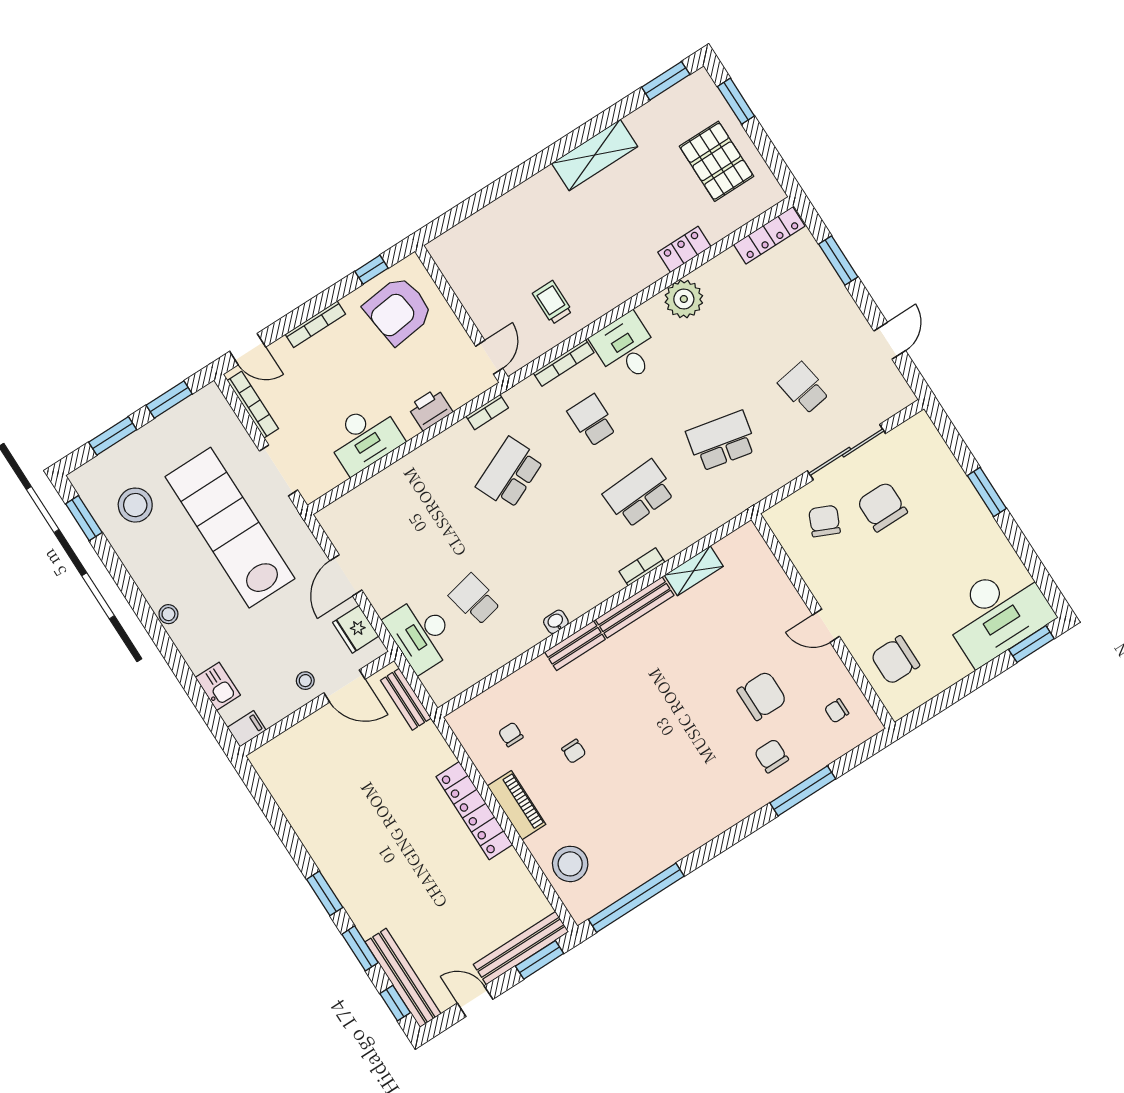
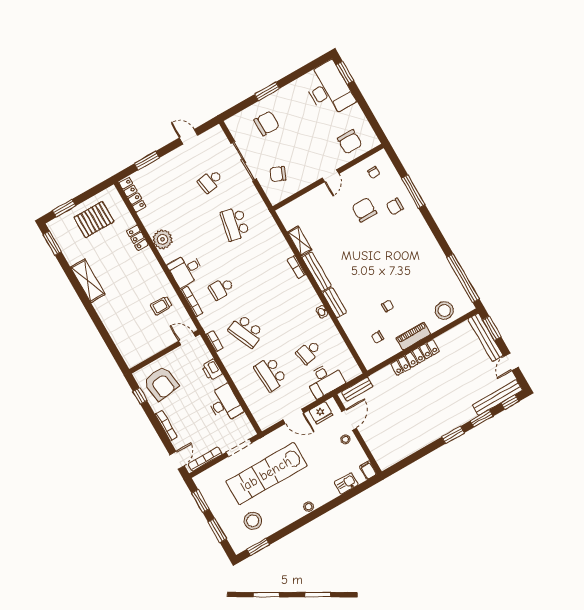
school desk: (639, 494) -> (271, 374), moved
chair: (882, 507) -> (267, 123), moved, turned 180

